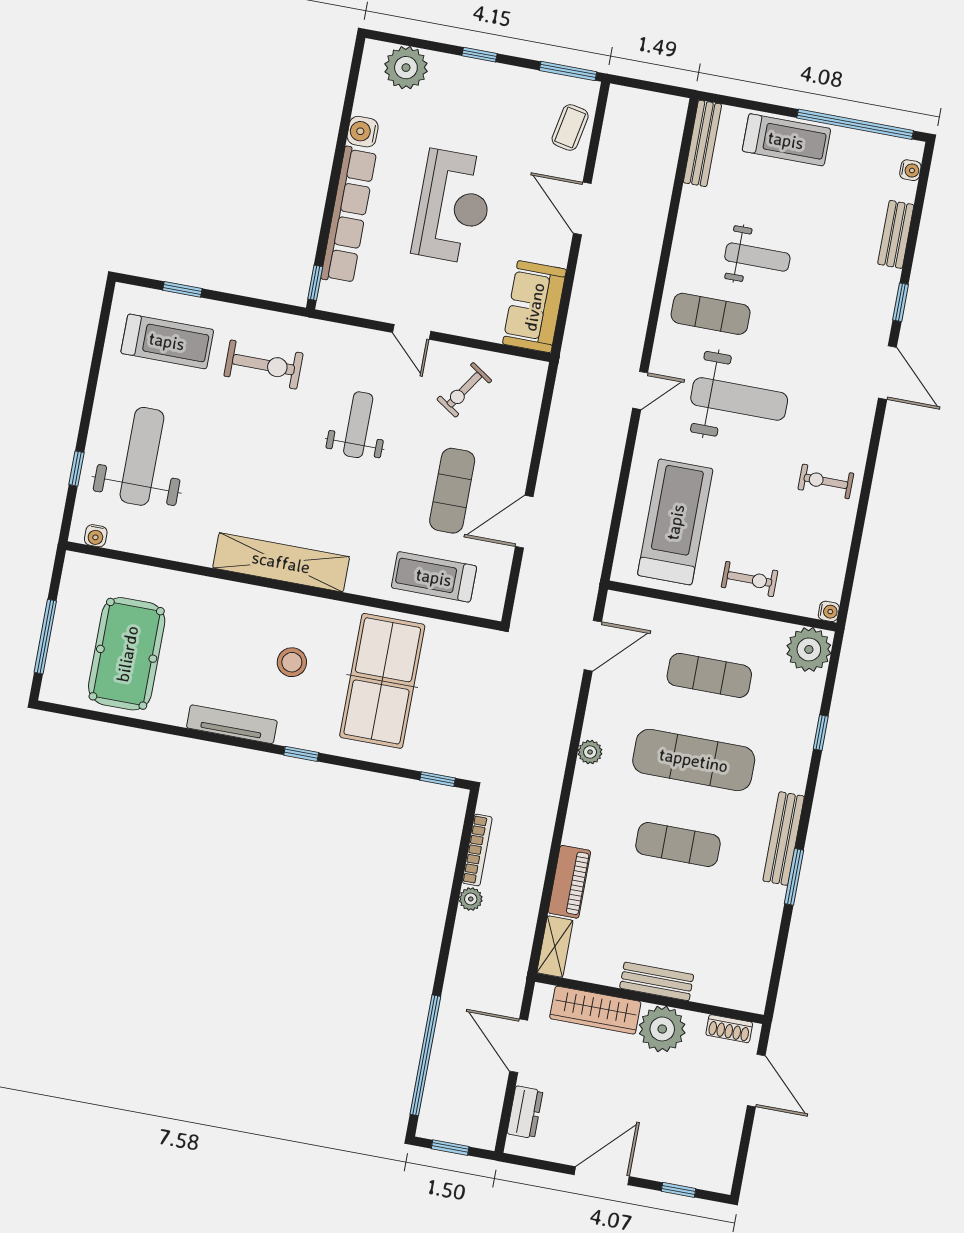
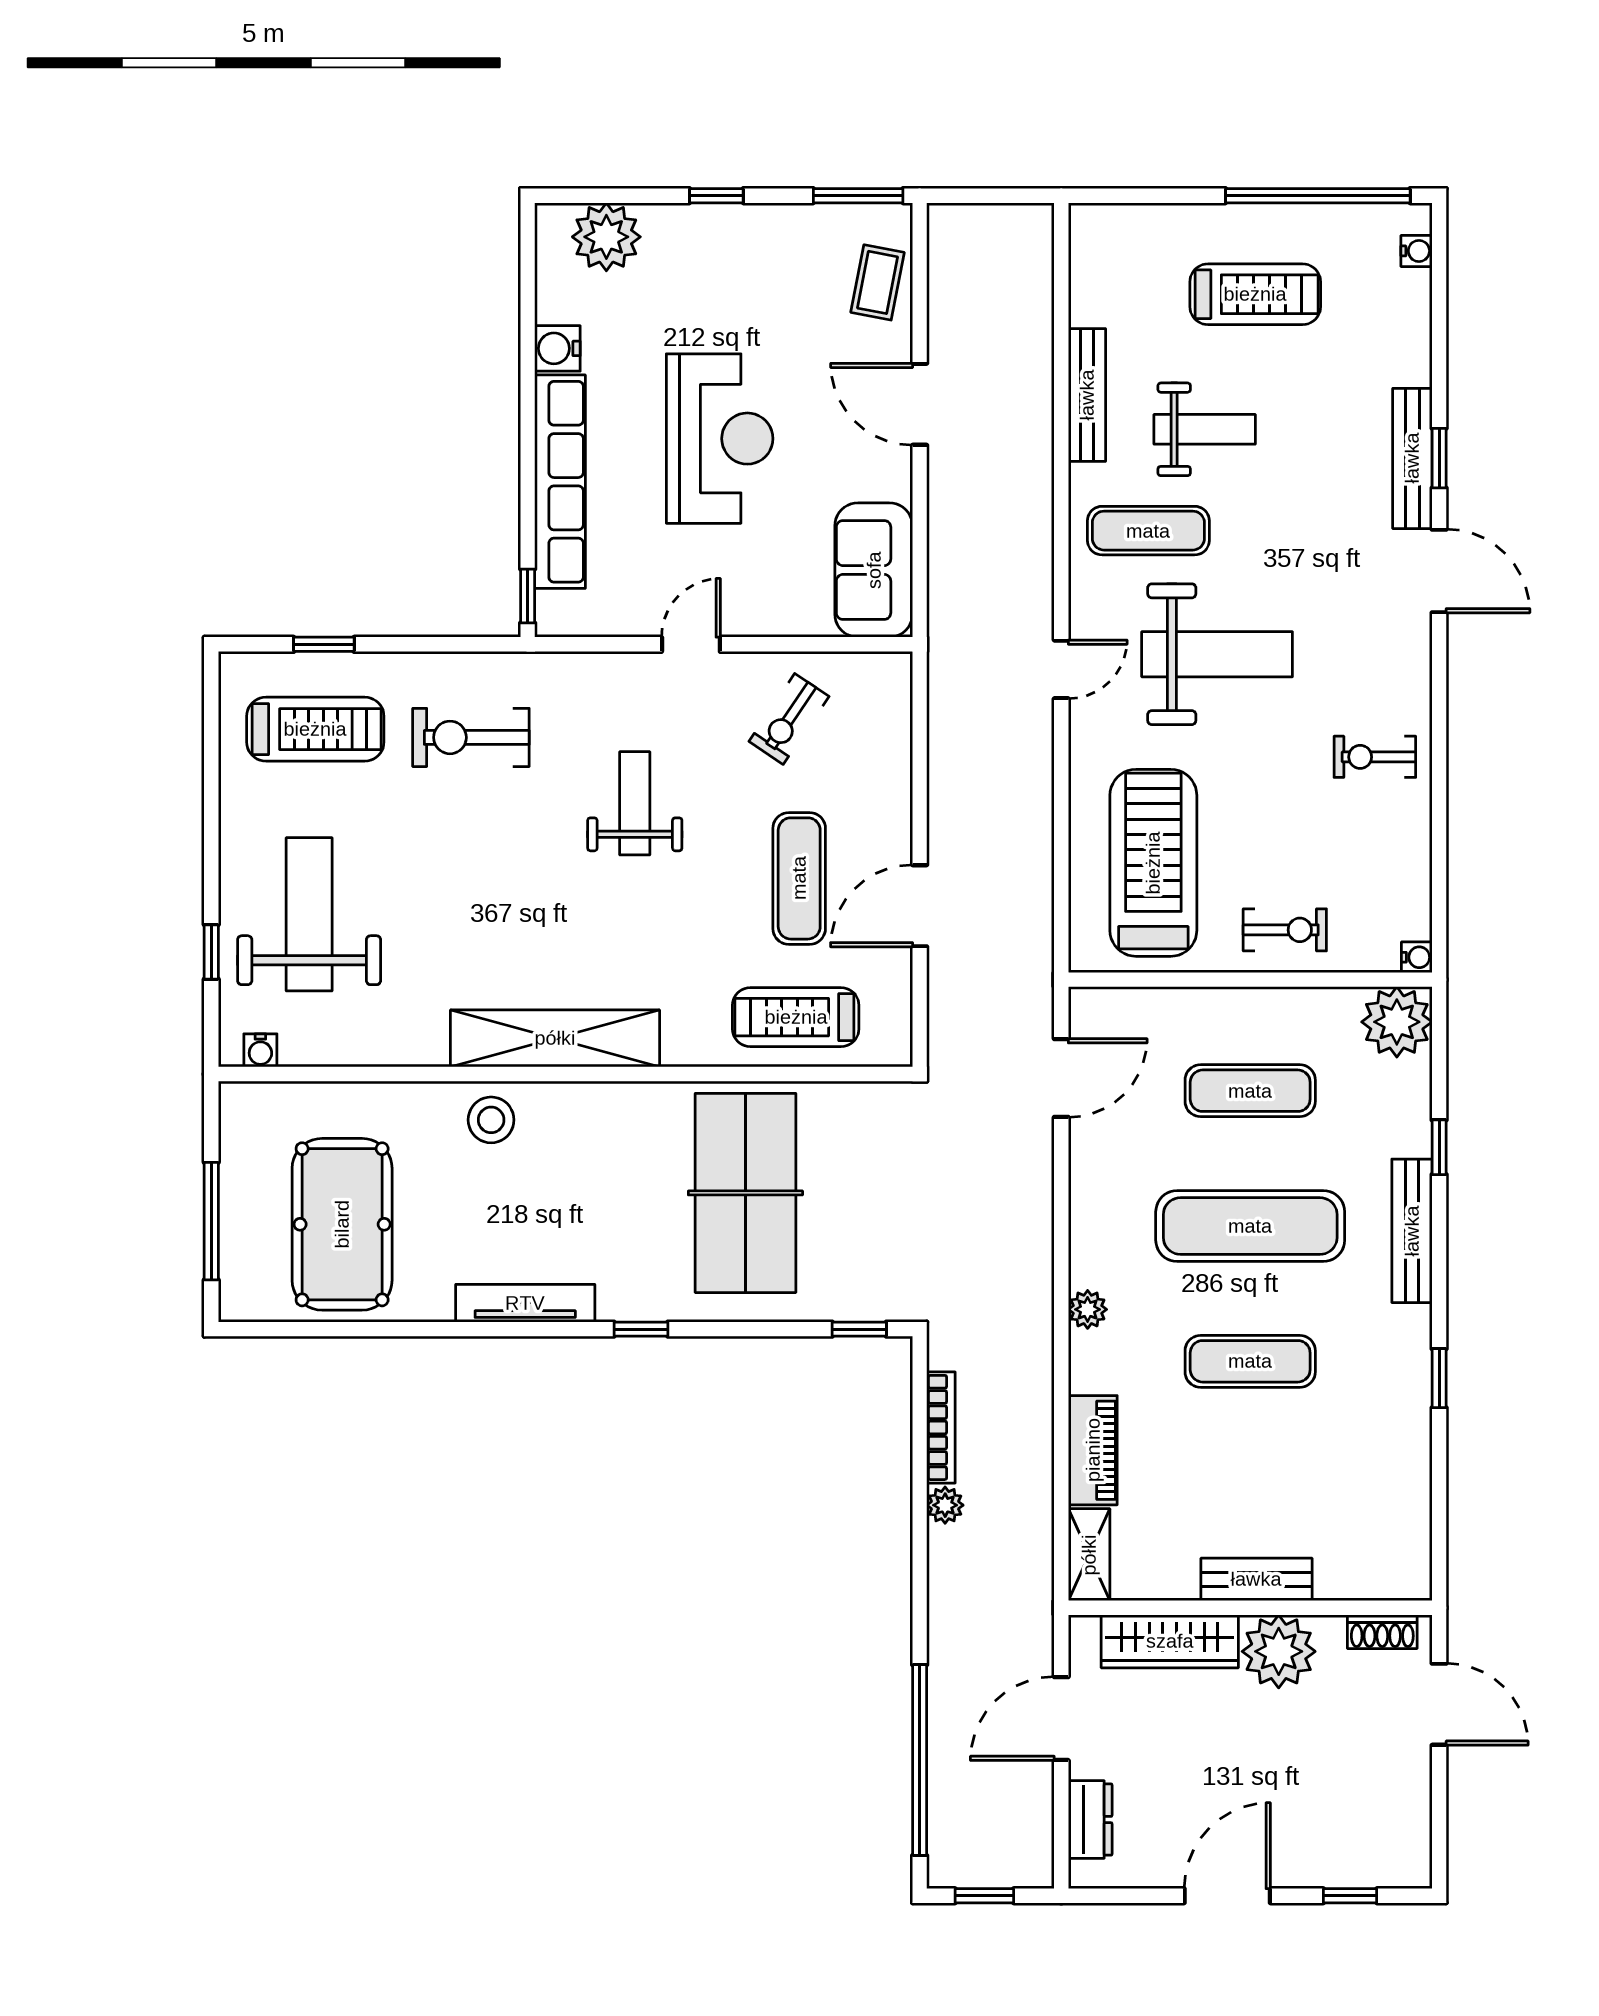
treadmill: (786, 140) -> (1255, 294), moved
bench: (702, 143) -> (1087, 395), moved
bench: (896, 234) -> (1412, 458), moved, width x1.36
door: (412, 332) -> (691, 644), swing flipped
exercise bike: (263, 365) -> (471, 737), turned 180
stool: (292, 662) -> (491, 1120), moved
plant: (590, 752) -> (1088, 1309), moved
bench: (784, 839) -> (1412, 1231), moved
window: (794, 877) -> (1439, 1378), width x0.67
door: (519, 1046) -> (1061, 1719), hinge flipped

